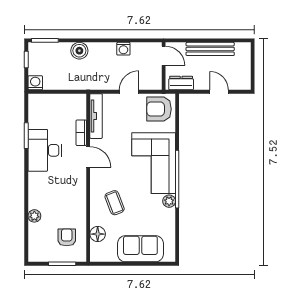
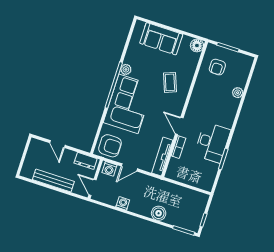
washing machine: (35, 83) -> (109, 169), moved
floor lamp: (98, 234) -> (197, 45), moved

